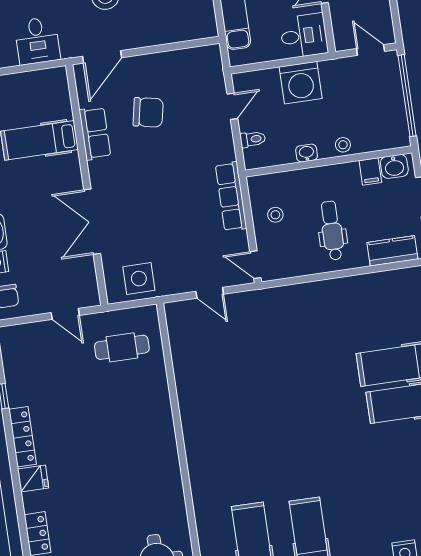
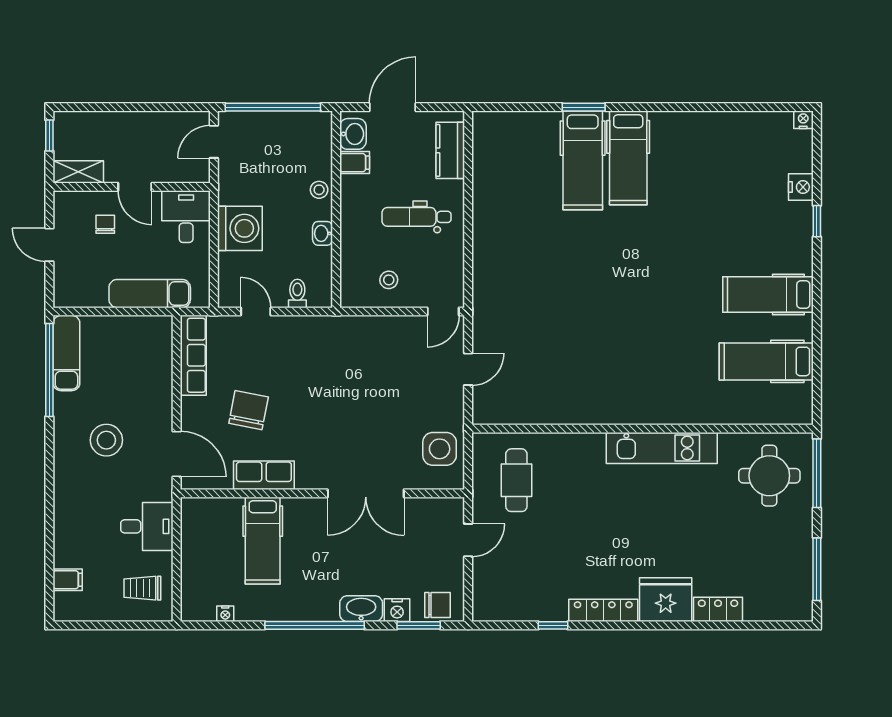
row of seats: (231, 197) -> (193, 355), moved, turned -90
kitchen unit: (167, 466) -> (662, 448), added
fridge: (33, 478) -> (666, 600), width x1.88, depth x1.34

